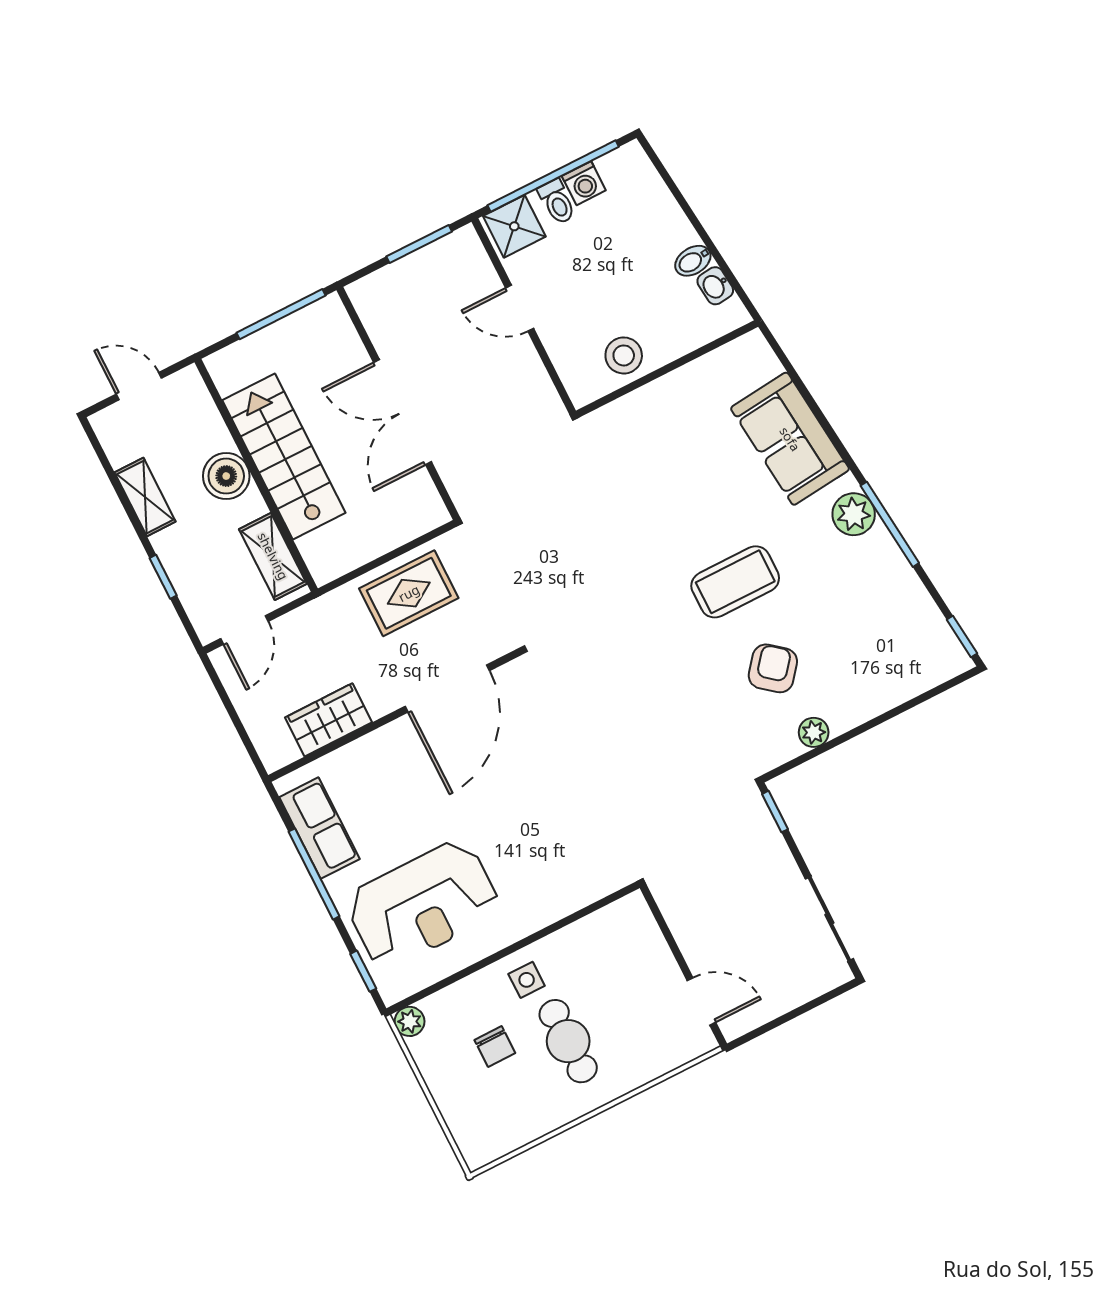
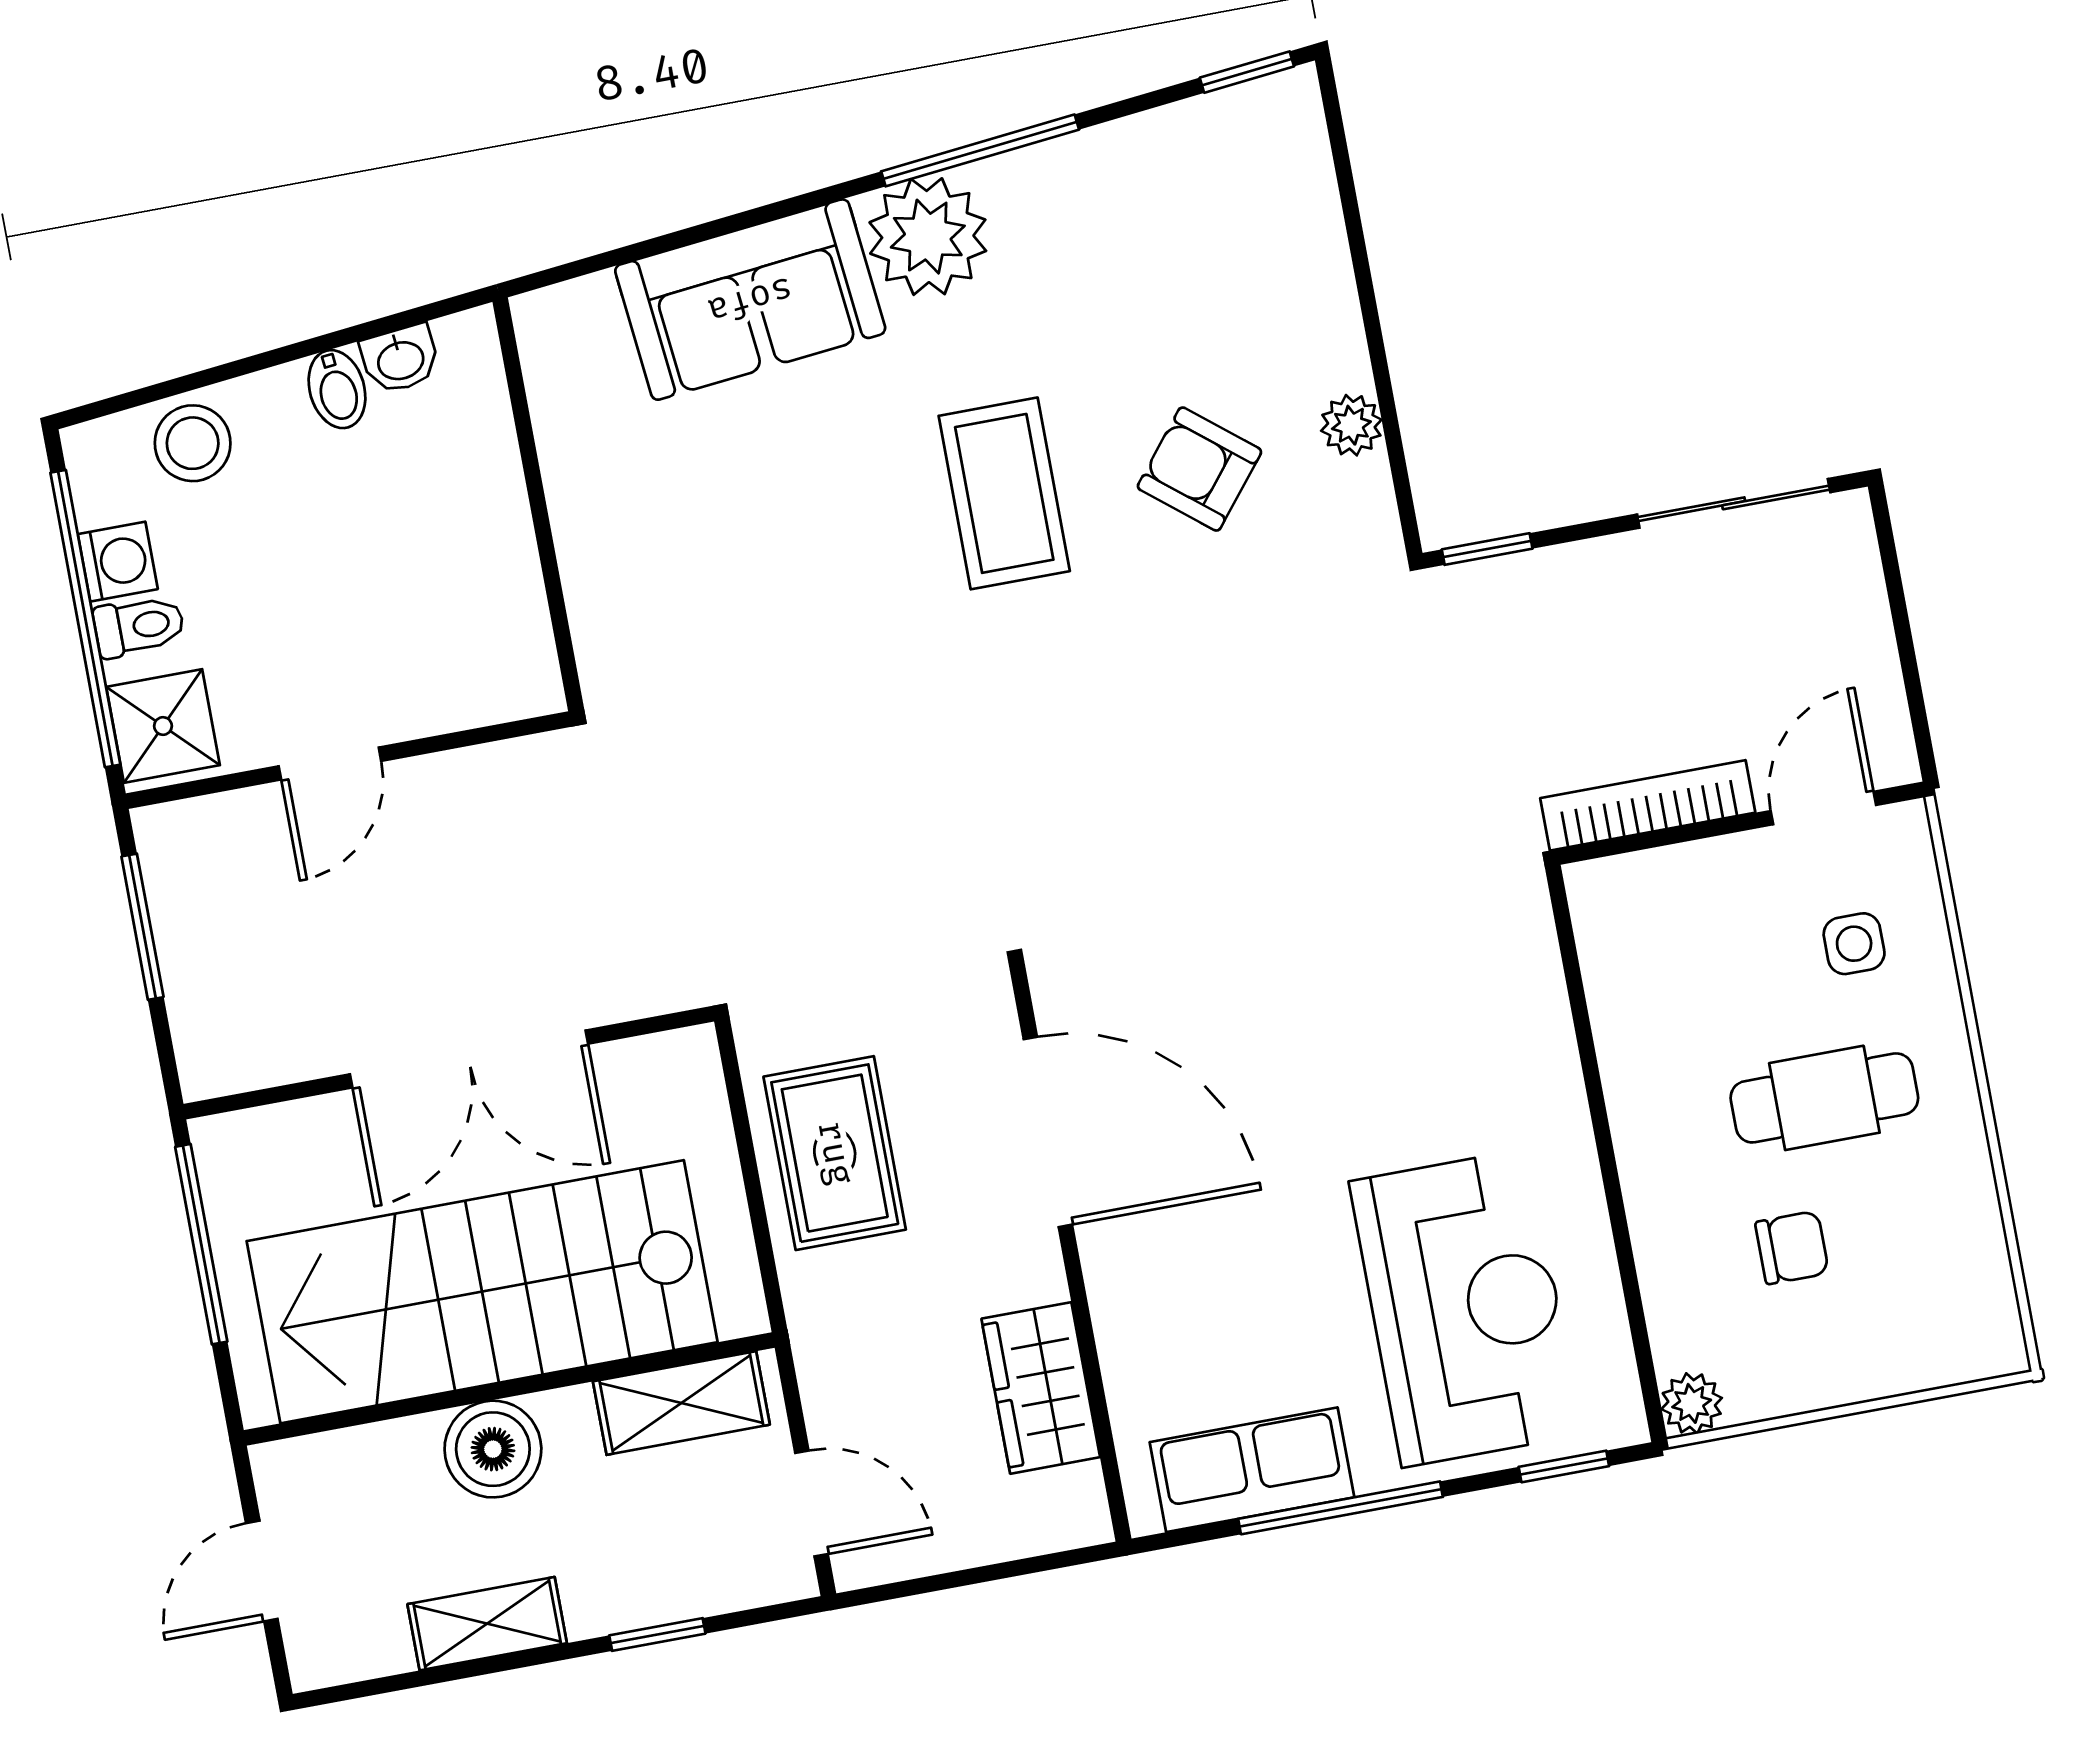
stool: (624, 355) -> (193, 443), moved
stairs: (284, 456) -> (482, 1292), width x1.36, depth x1.51
plant: (854, 514) -> (928, 237), width x1.36, depth x1.36
bookcase: (679, 920) -> (1648, 805), added
side table: (527, 980) -> (1854, 944), moved

